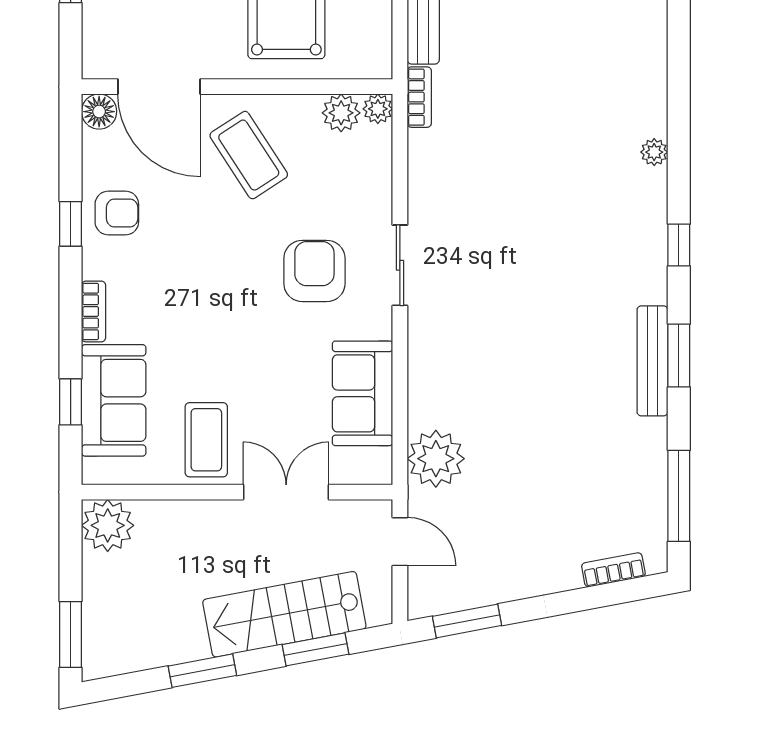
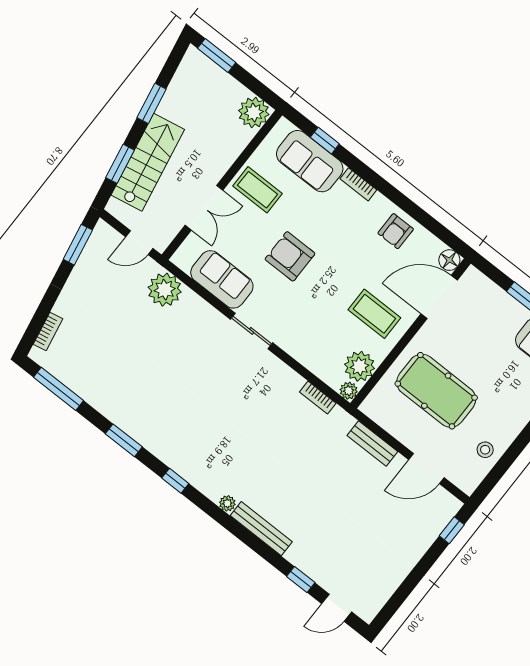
bookcase: (419, 97) -> (318, 398), moved
plant: (341, 113) -> (360, 366), width x1.36, depth x1.36
coffee table: (249, 155) -> (374, 314), turned 33
window: (71, 224) -> (408, 206), removed
sliding door: (400, 265) -> (252, 331), moved
armchair: (314, 271) -> (290, 256), moved, turned 180
bench: (652, 361) -> (261, 529), moved

